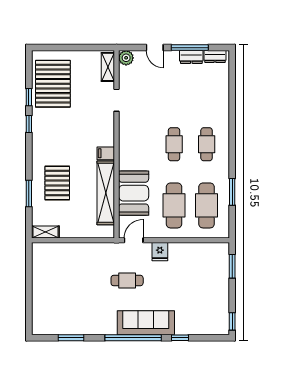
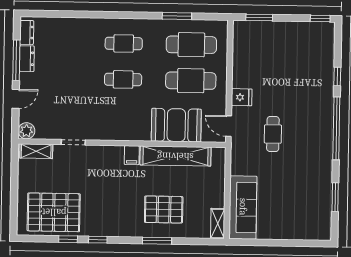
window: (29, 194) -> (157, 241), moved
sofa: (146, 323) -> (243, 207), moved, turned 180

